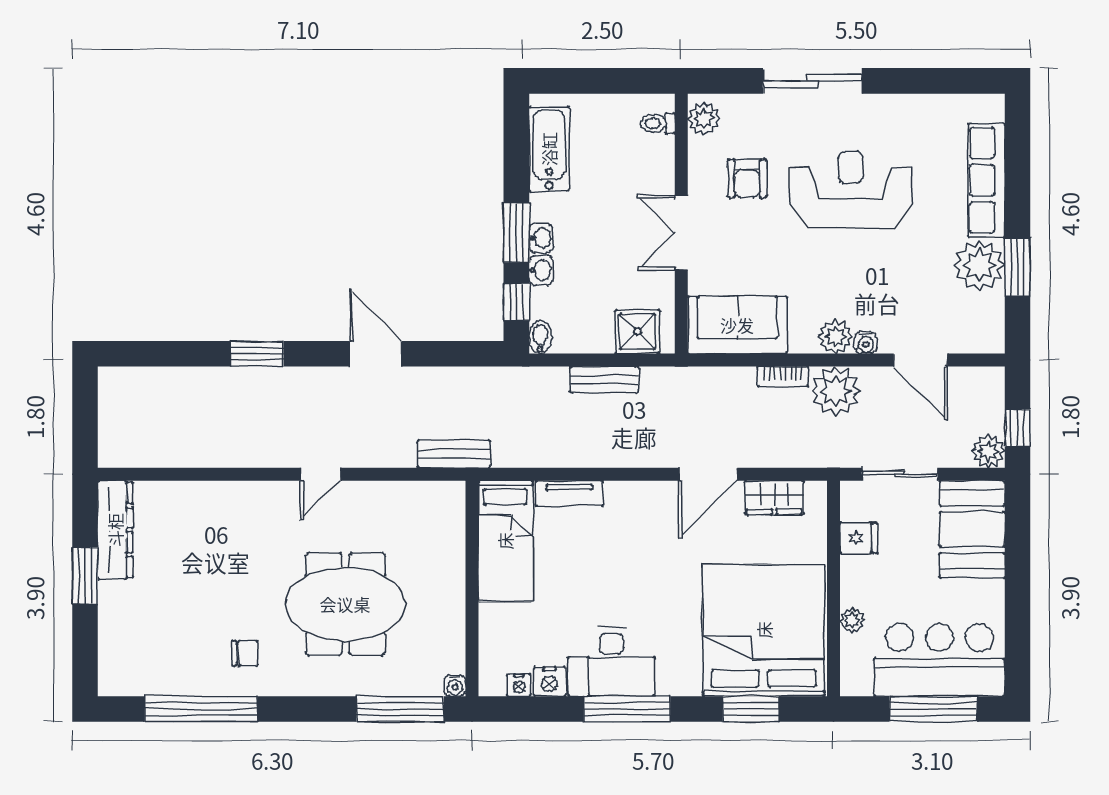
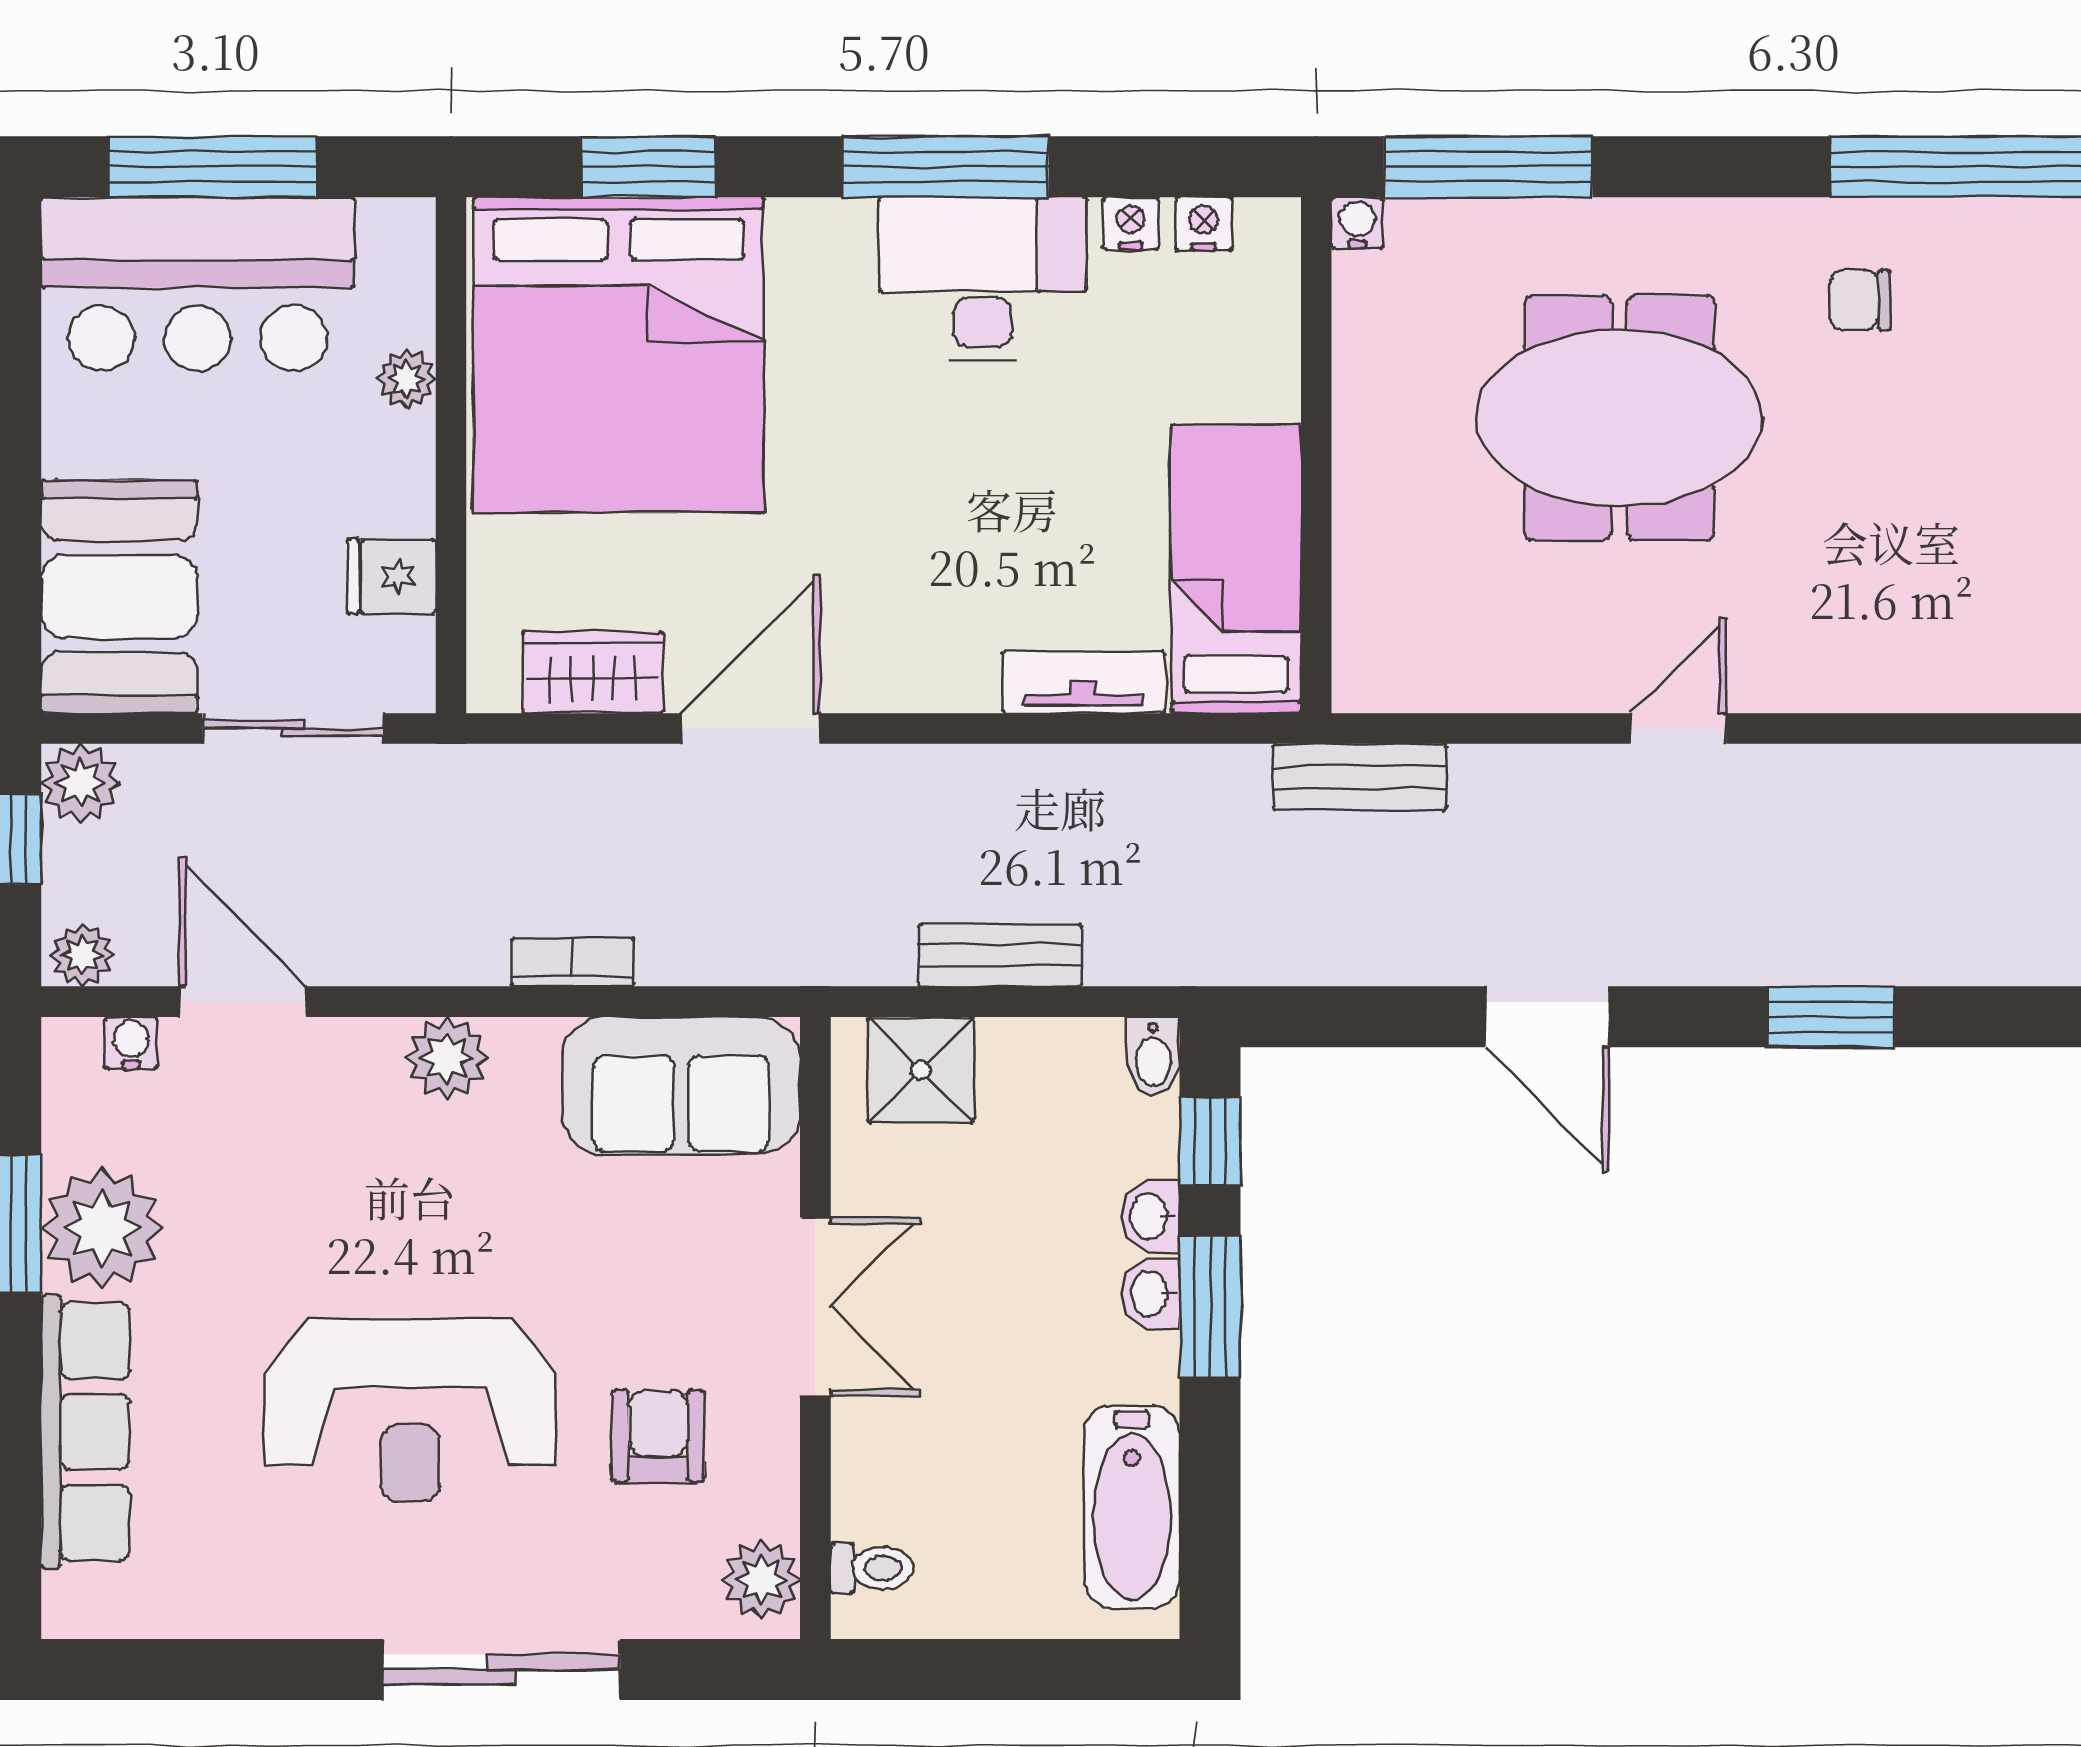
water cooler: (866, 343) -> (131, 1043), moved
plant: (836, 391) -> (82, 955), moved, width x0.53, depth x0.53
nightstand: (549, 681) -> (1131, 223), width x0.72, depth x0.74

